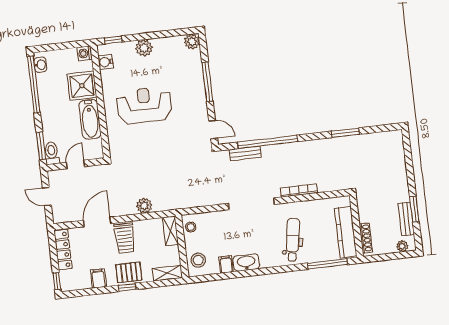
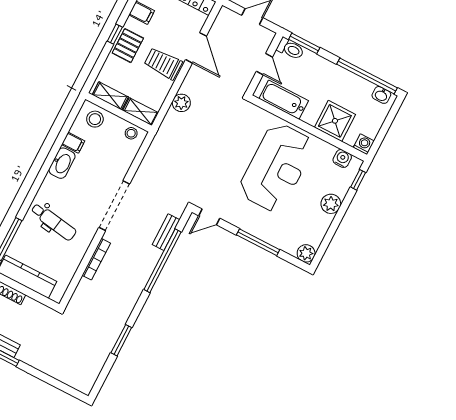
reception desk: (144, 105) -> (276, 167), width x1.36, depth x1.30
bathtub: (90, 119) -> (284, 100), moved
shelving: (167, 273) -> (110, 96), moved, turned 90

